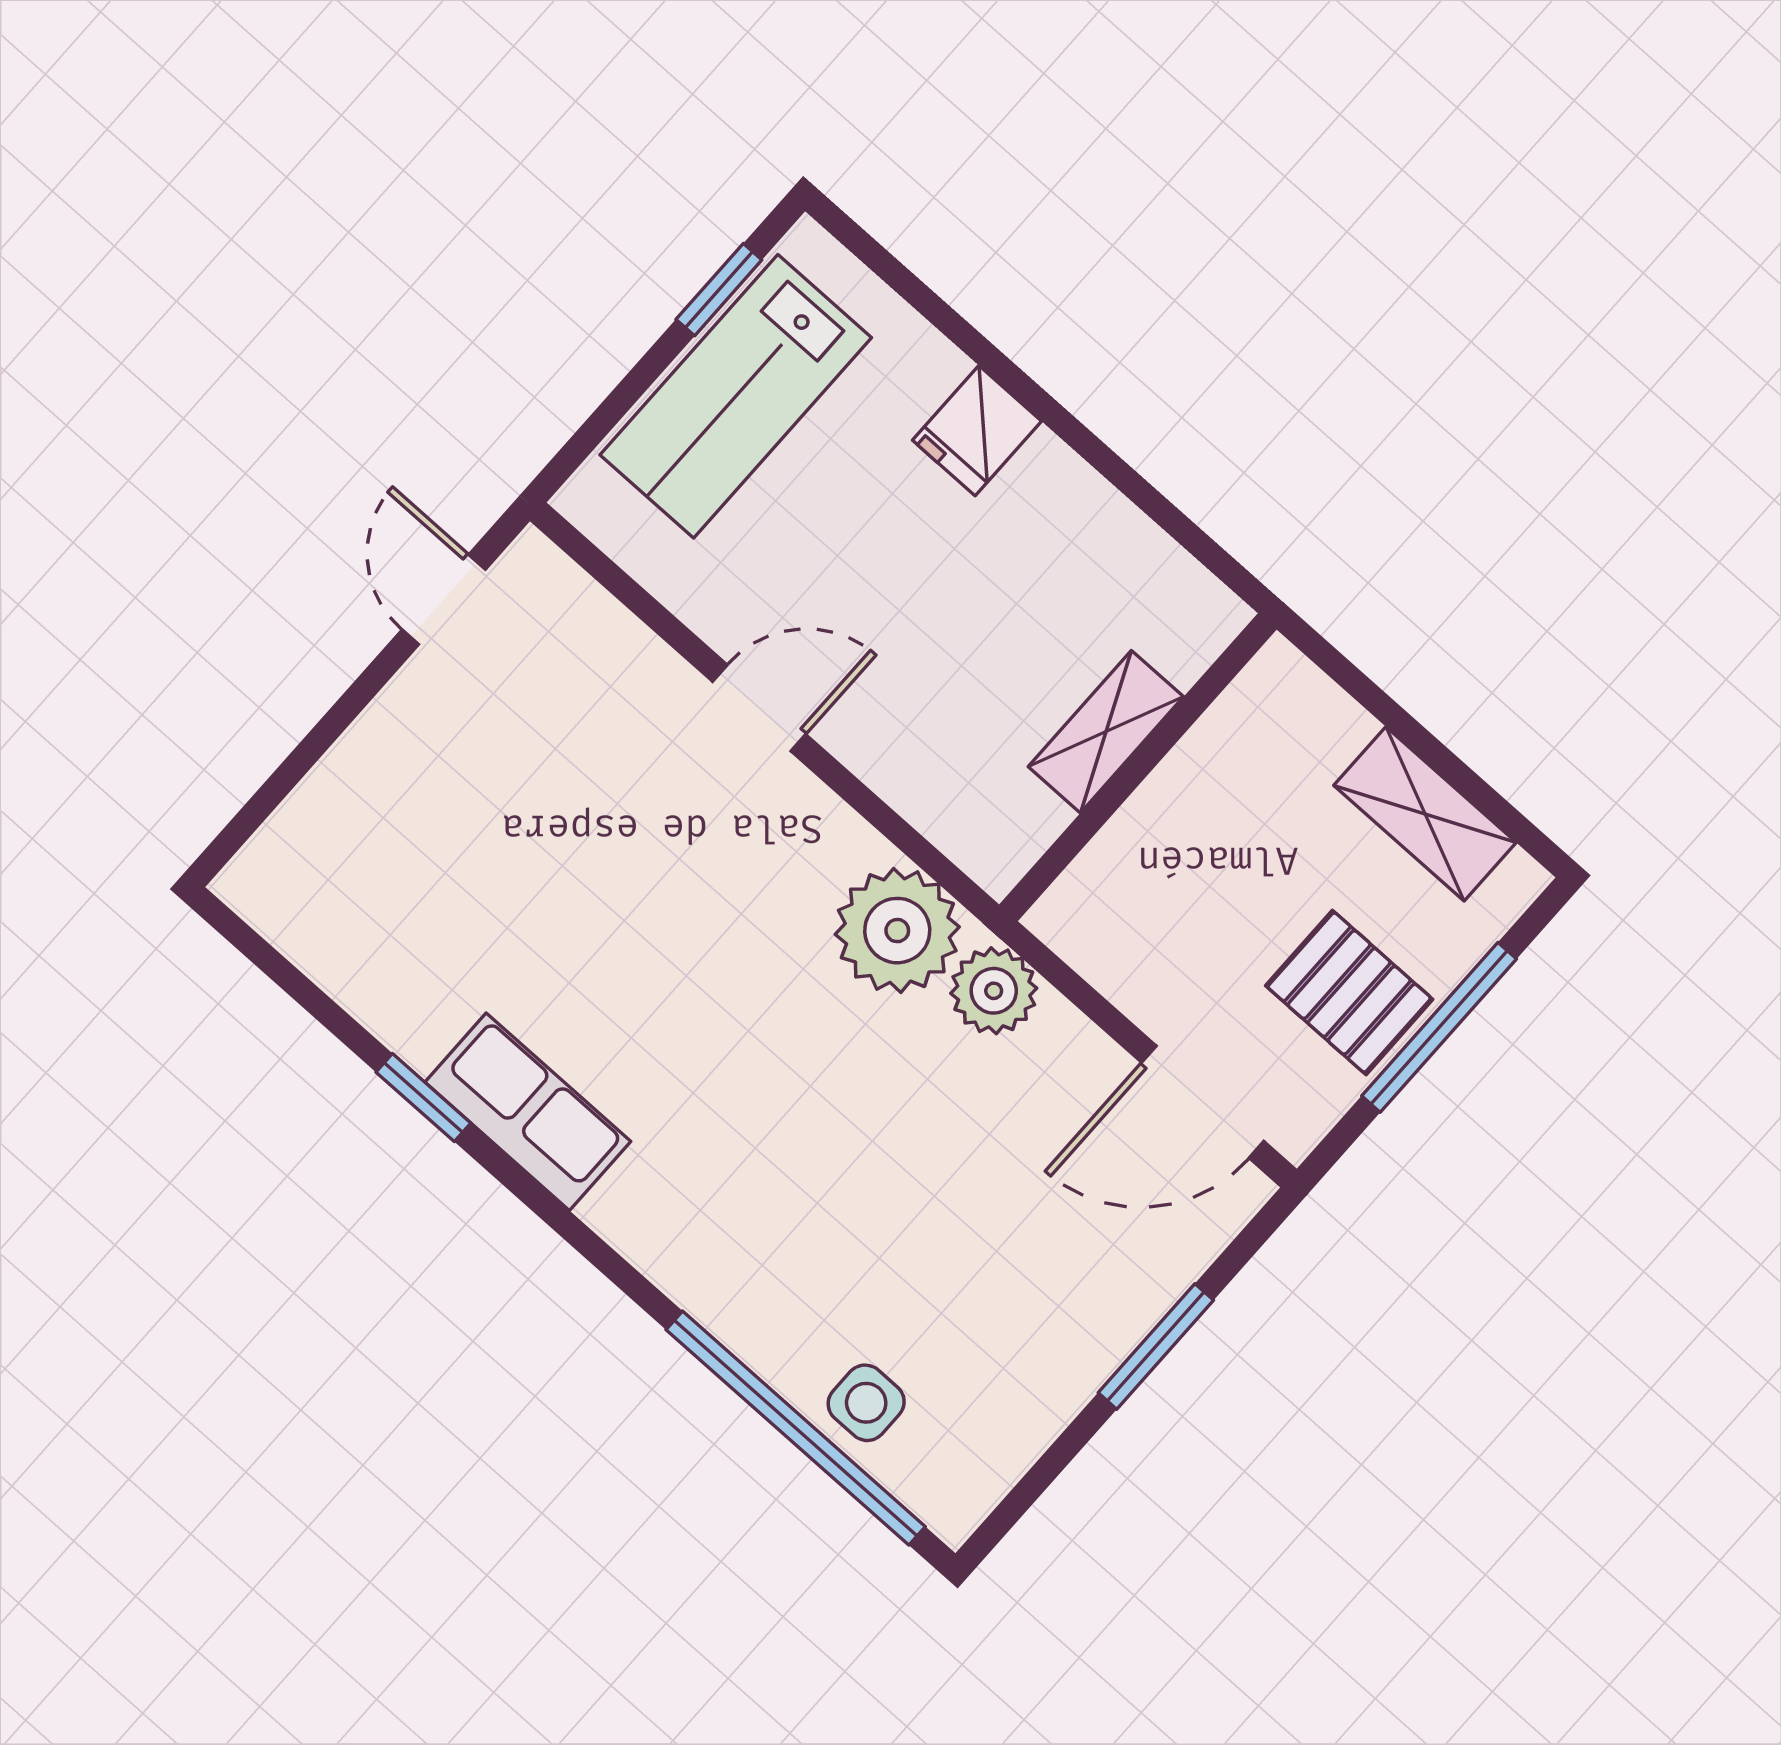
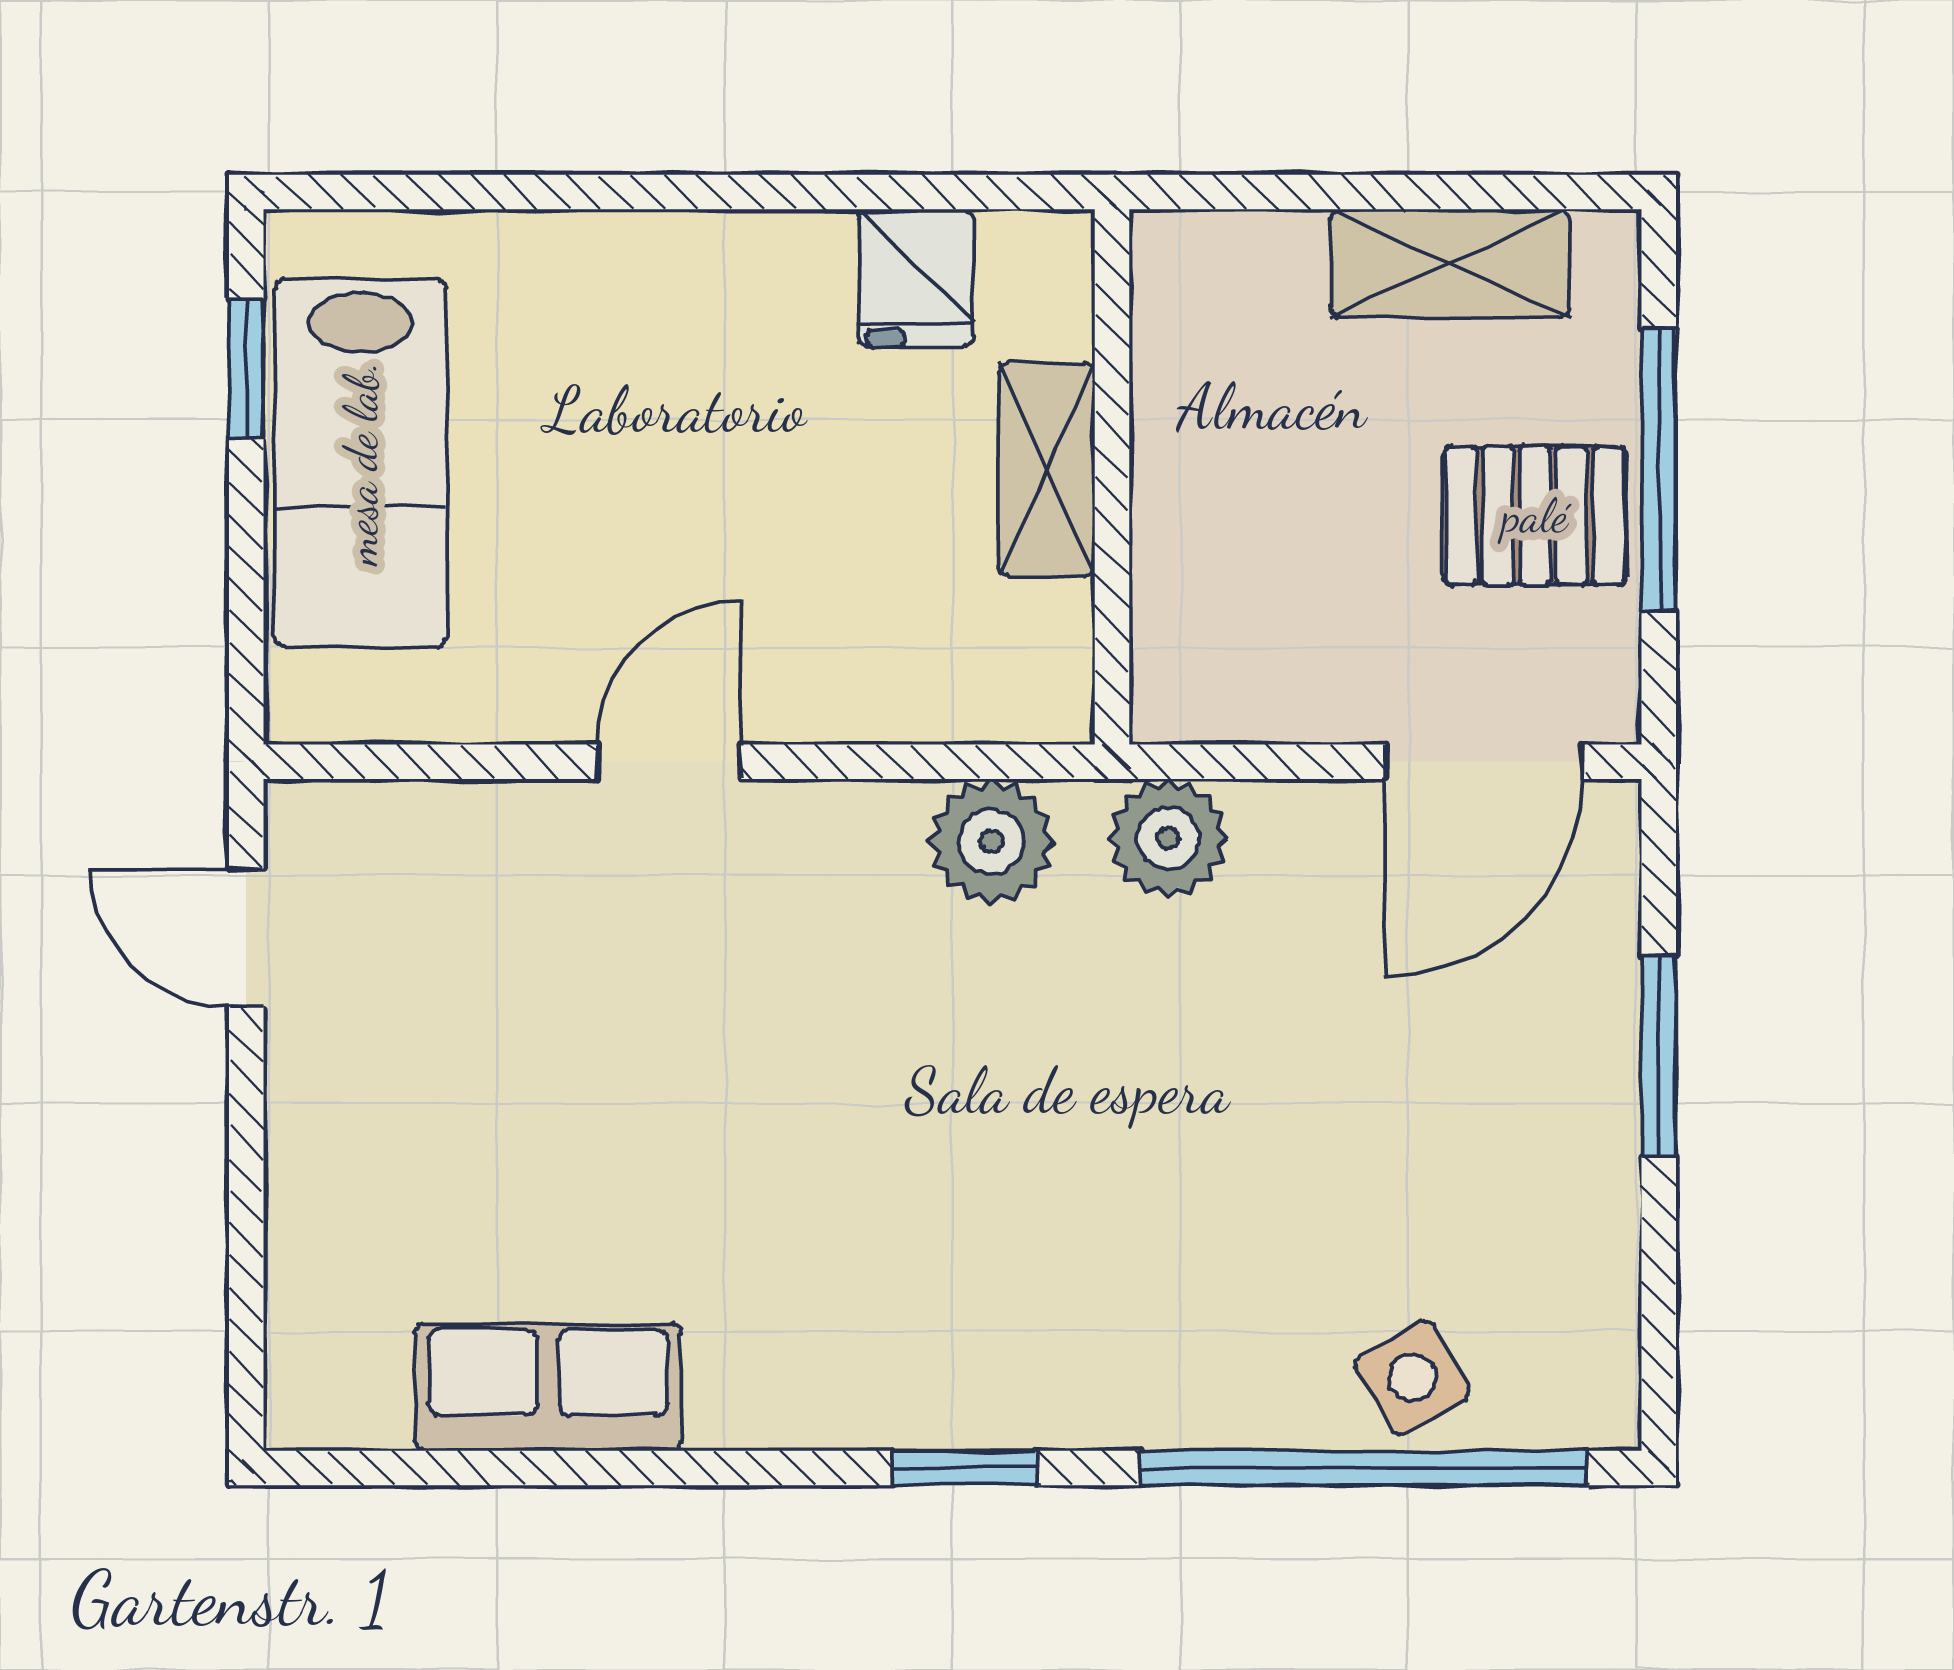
fridge: (977, 431) -> (916, 278), moved
plant: (897, 931) -> (991, 841), width x0.73, depth x0.73
window: (423, 1098) -> (965, 1468), moved
row of seats: (528, 1112) -> (548, 1387), moved
side table: (866, 1403) -> (1413, 1378), turned -30

